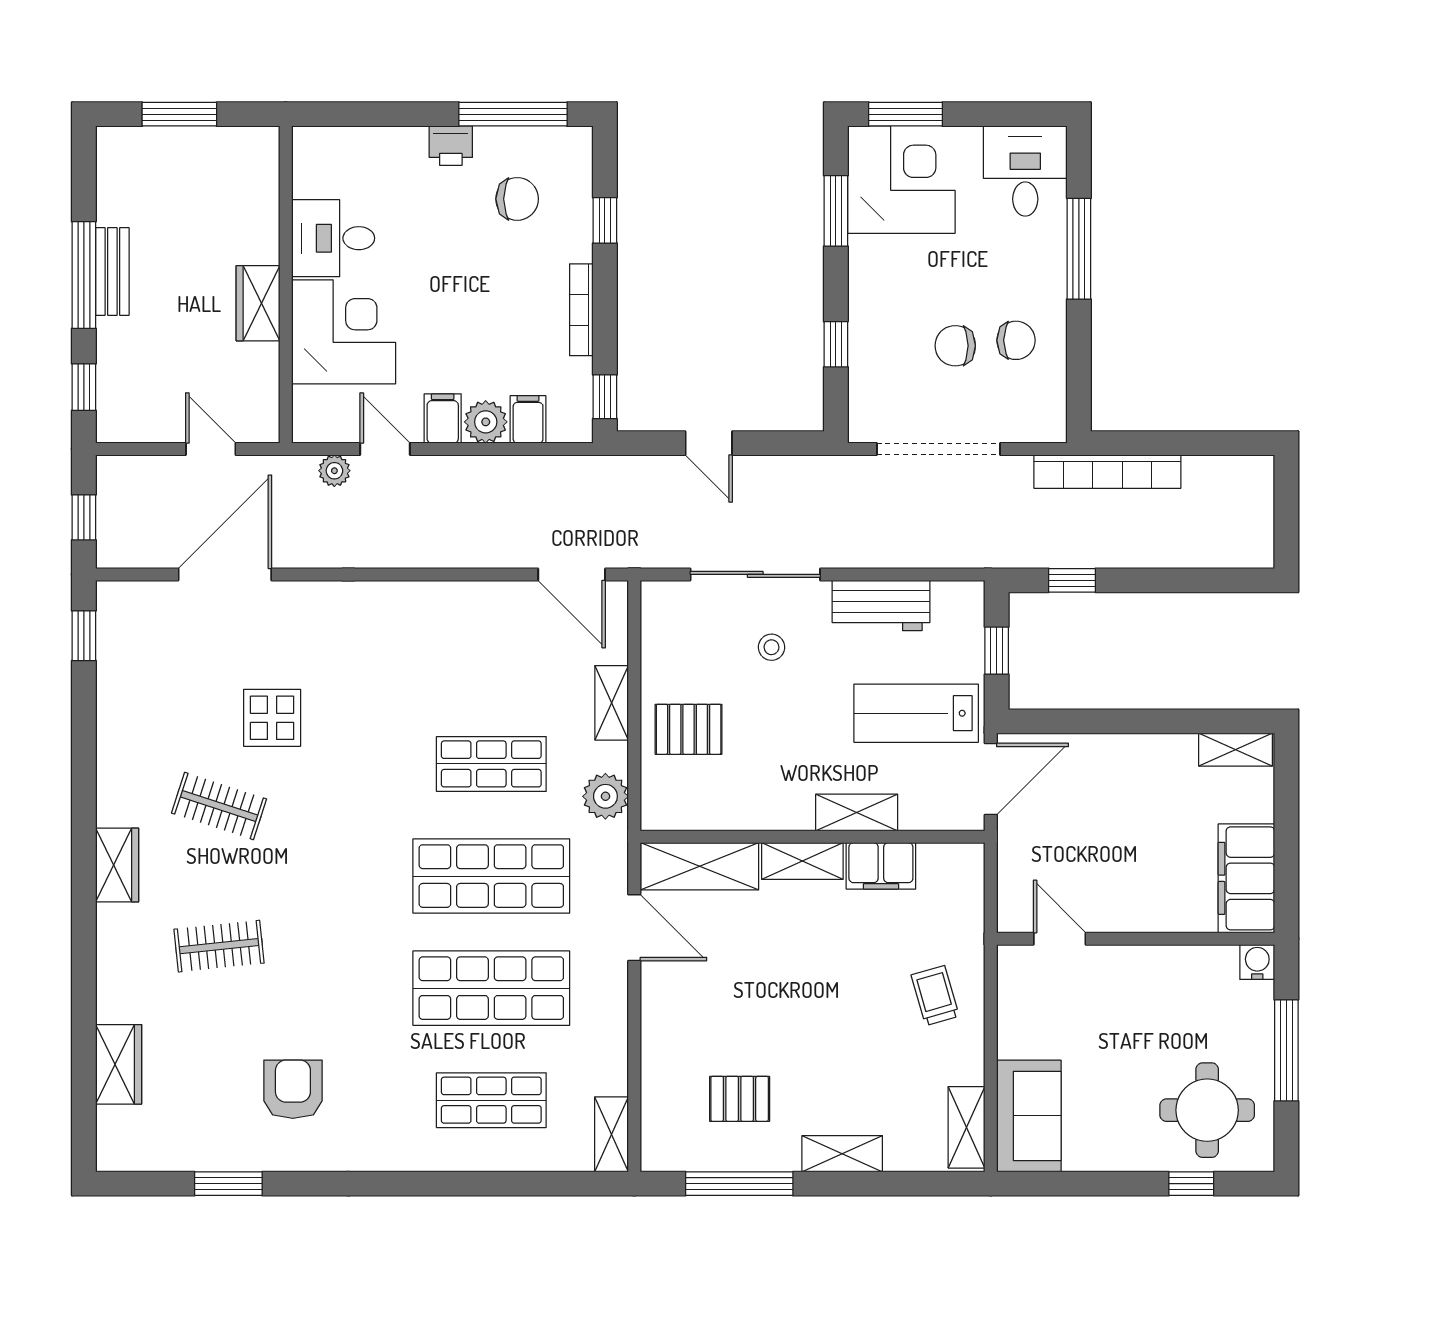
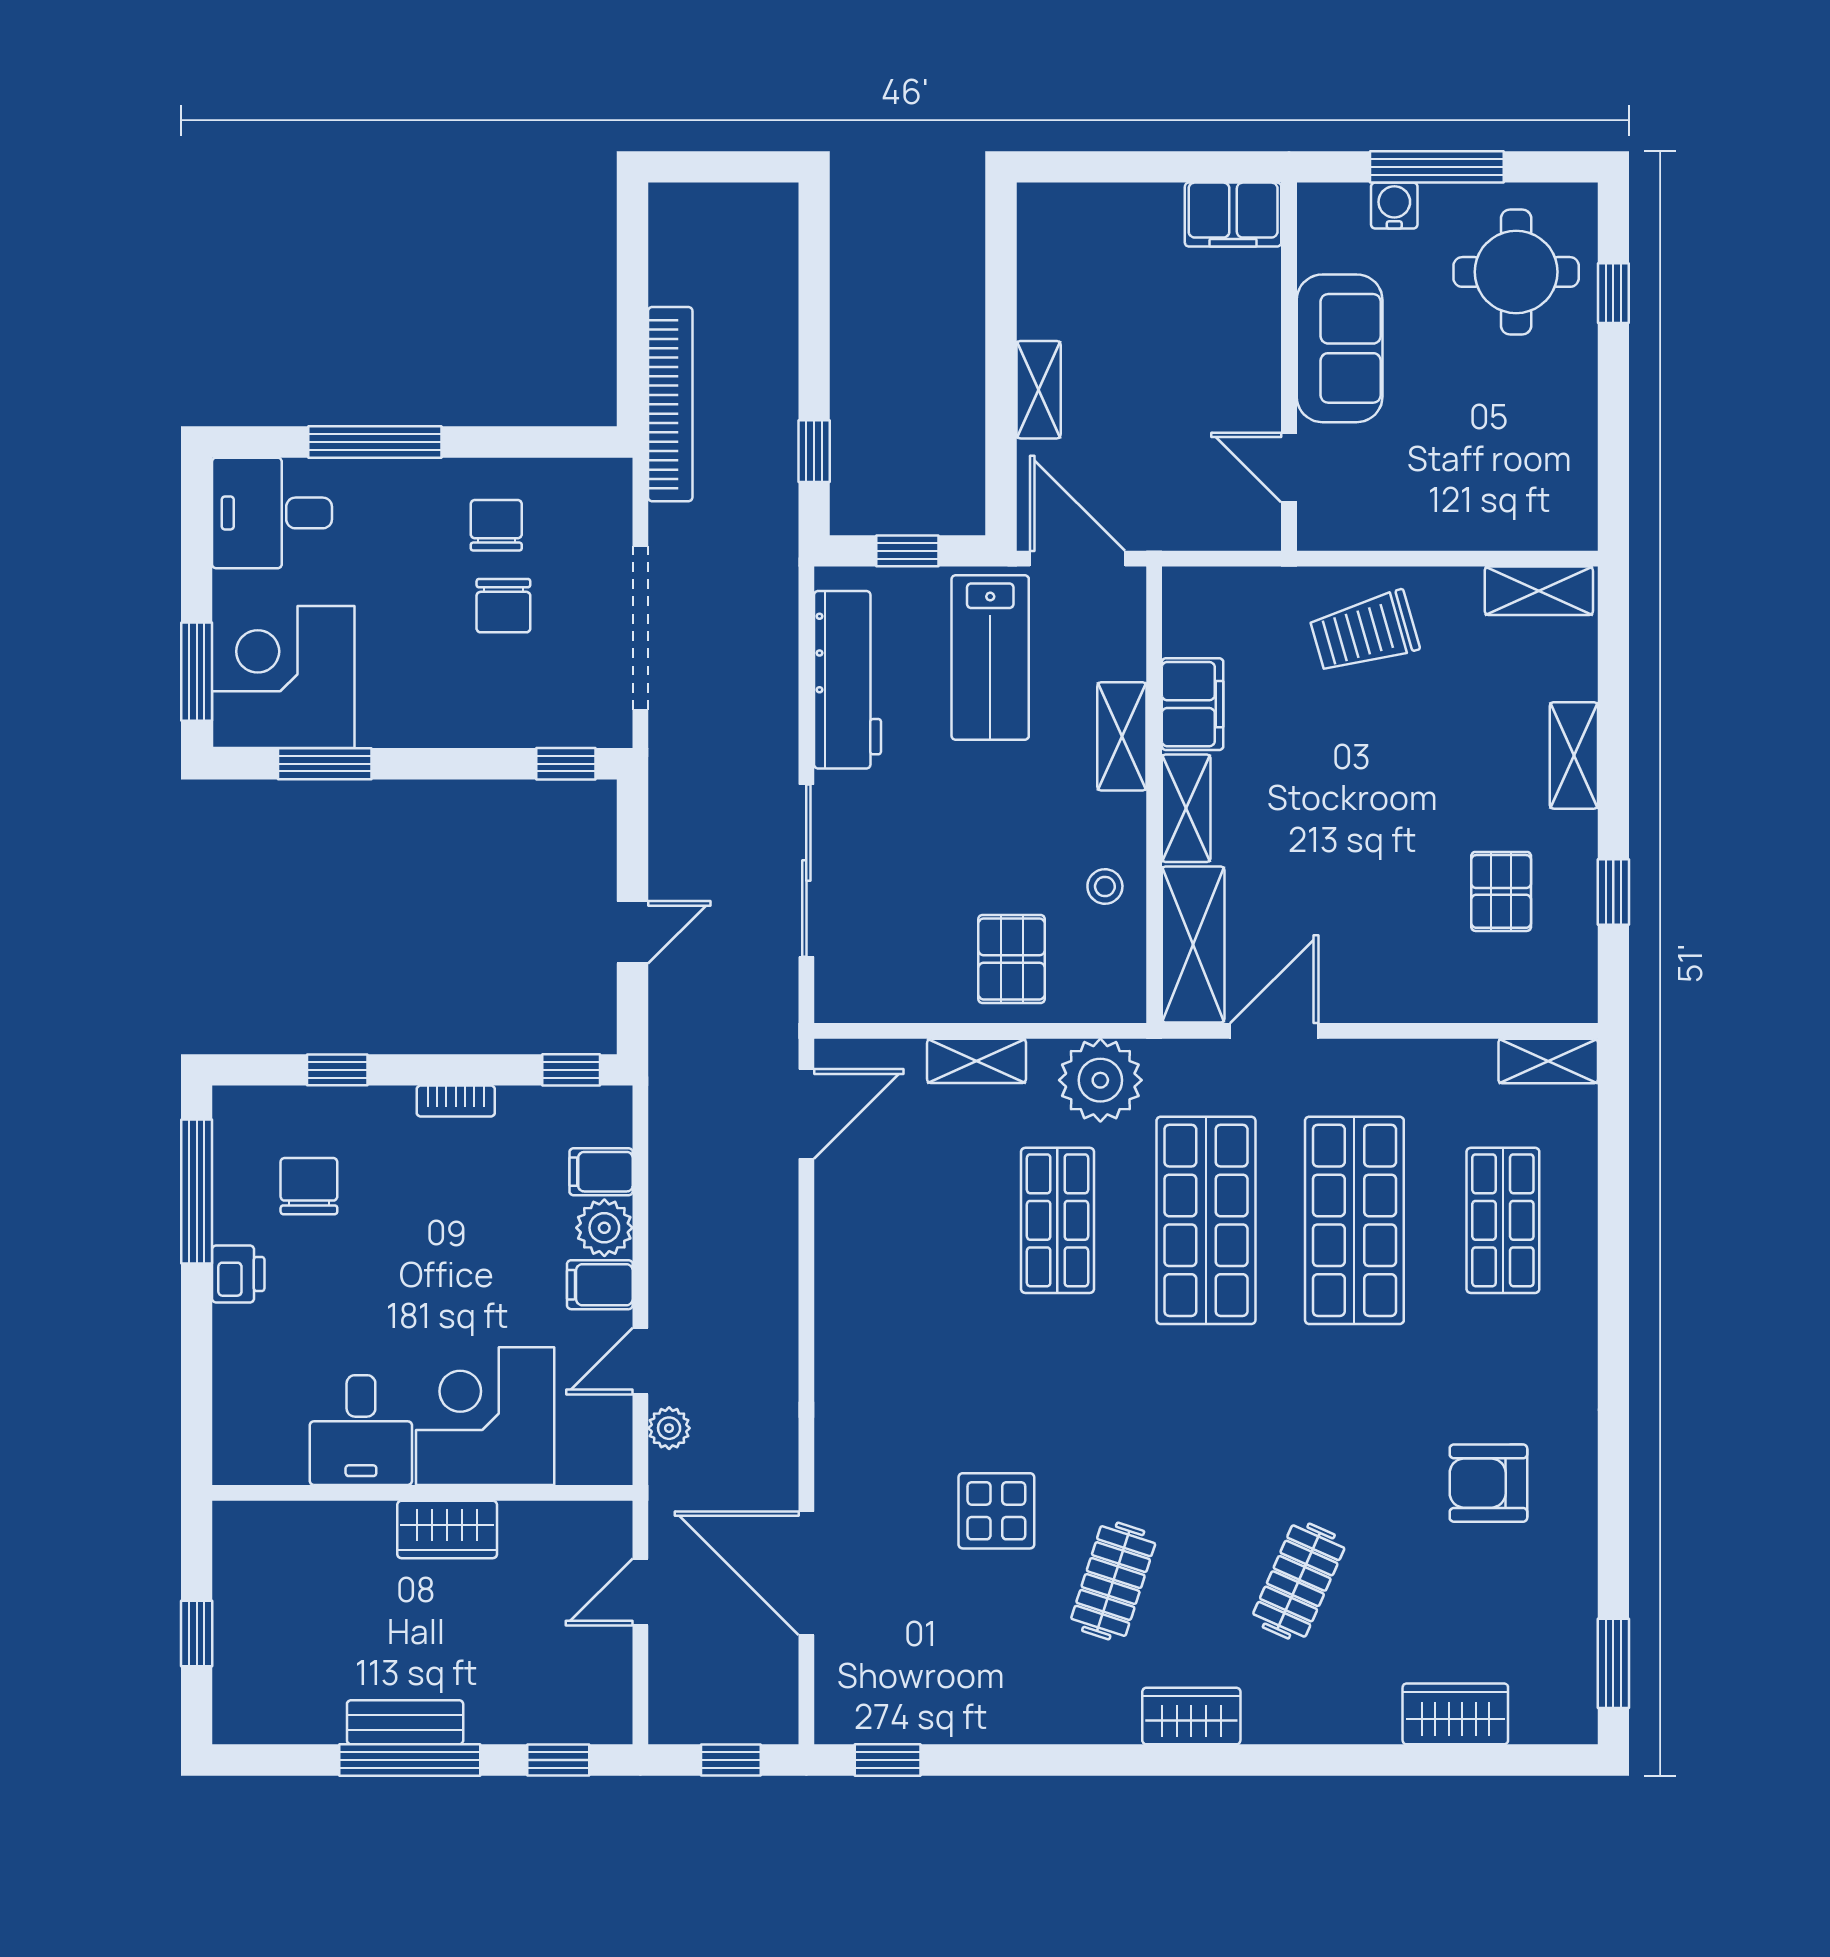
window: (179, 114) -> (197, 1633), width x0.67
bookcase: (581, 310) -> (456, 1101), width x0.64
window: (836, 344) -> (566, 764), moved
workbench: (881, 606) -> (848, 680), width x1.38
stool: (771, 647) -> (1105, 887), moved
shelving: (1236, 750) -> (1039, 390), moved
plant: (605, 796) -> (1100, 1080), width x1.36, depth x1.36
filing cabinet: (1246, 878) -> (1233, 215), width x0.67, depth x0.86
door: (1060, 939) -> (1289, 467), hinge flipped
clothes rail: (219, 946) -> (1299, 1581), turned 30
water cooler: (1257, 962) -> (1394, 206), moved, turned 90
trolley: (935, 996) -> (1364, 632), width x1.36, depth x1.39
sofa: (1029, 1116) -> (1340, 348), moved, turned 90
window: (228, 1184) -> (1613, 1663), moved
window: (739, 1184) -> (1613, 892), width x0.46

